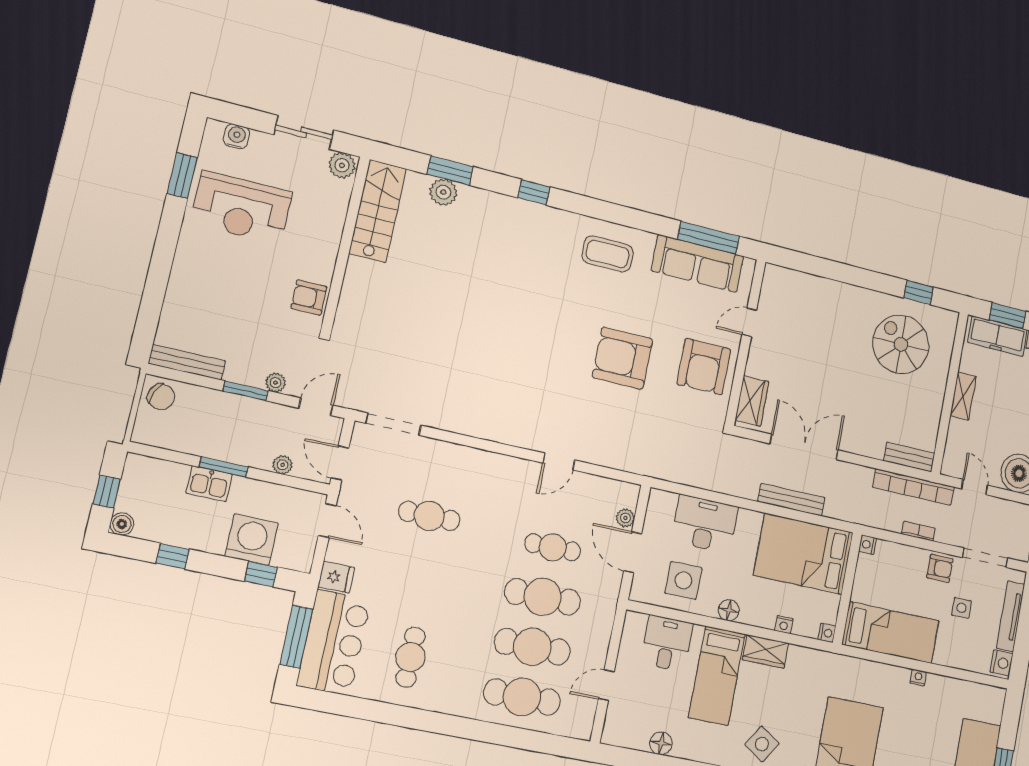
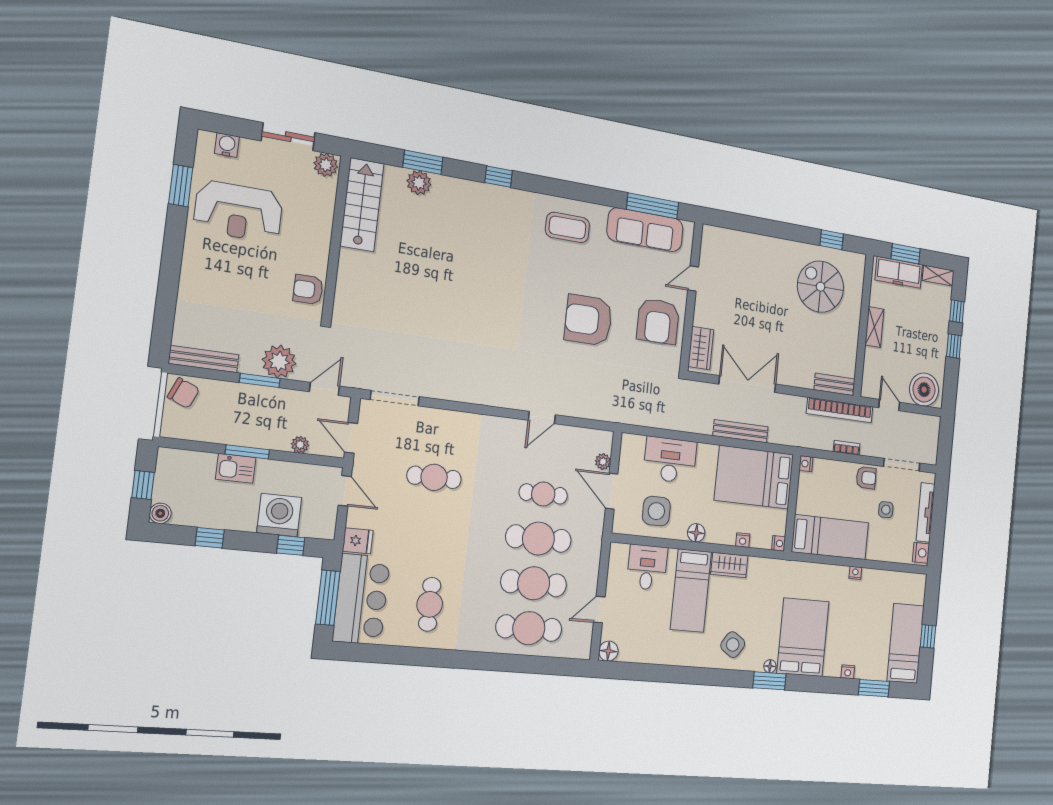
plant: (276, 383) -> (279, 362), width x1.88, depth x1.88
floor lamp: (661, 743) -> (608, 651), moved

